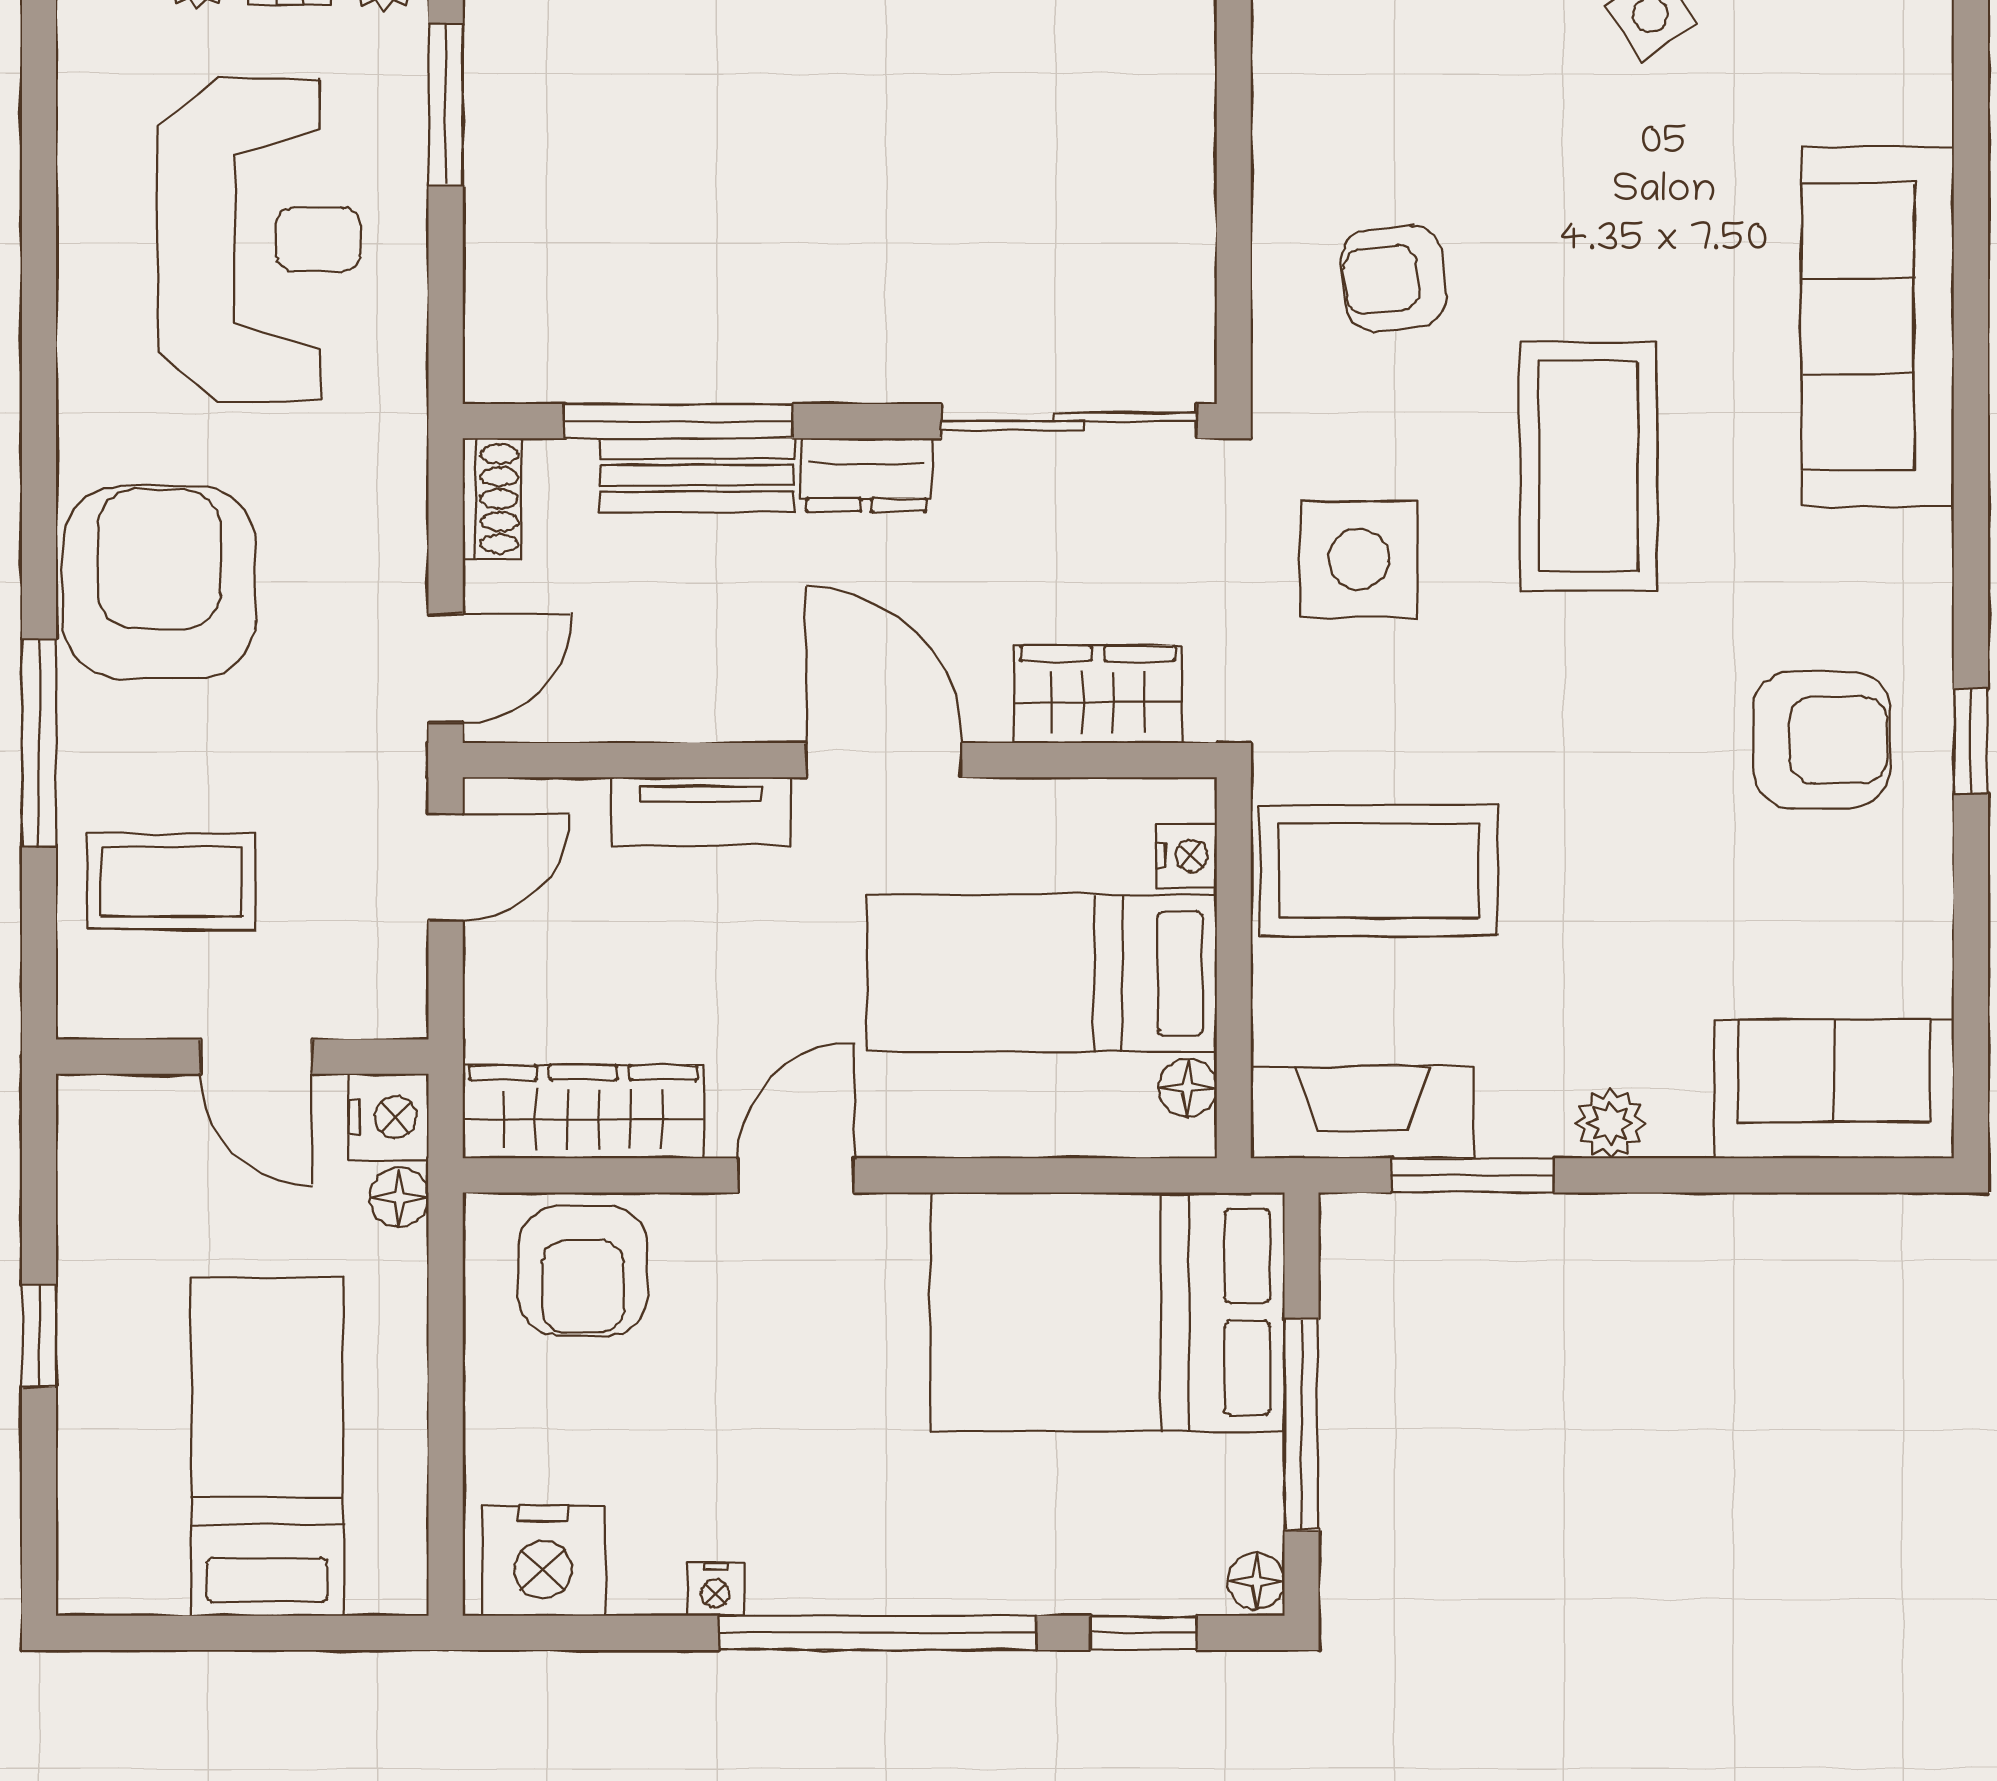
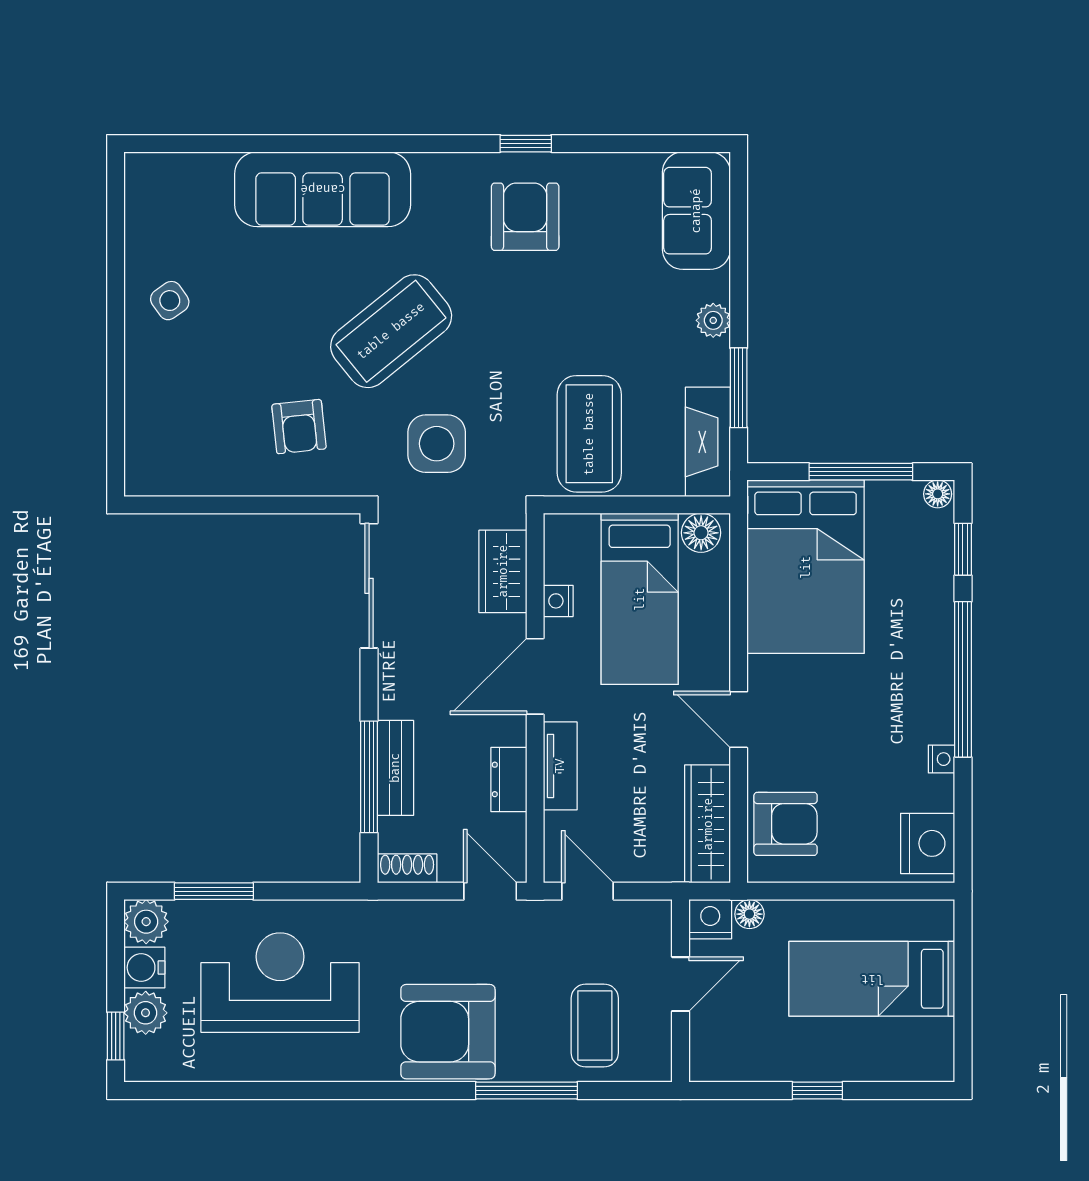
coffee table: (1588, 466) -> (391, 331), turned -39
dresser: (866, 475) -> (509, 779), moved, turned 180
nightstand: (1187, 856) -> (558, 601), moved, turned -90
floor lamp: (1188, 1088) -> (701, 533), width x1.37, depth x1.37

